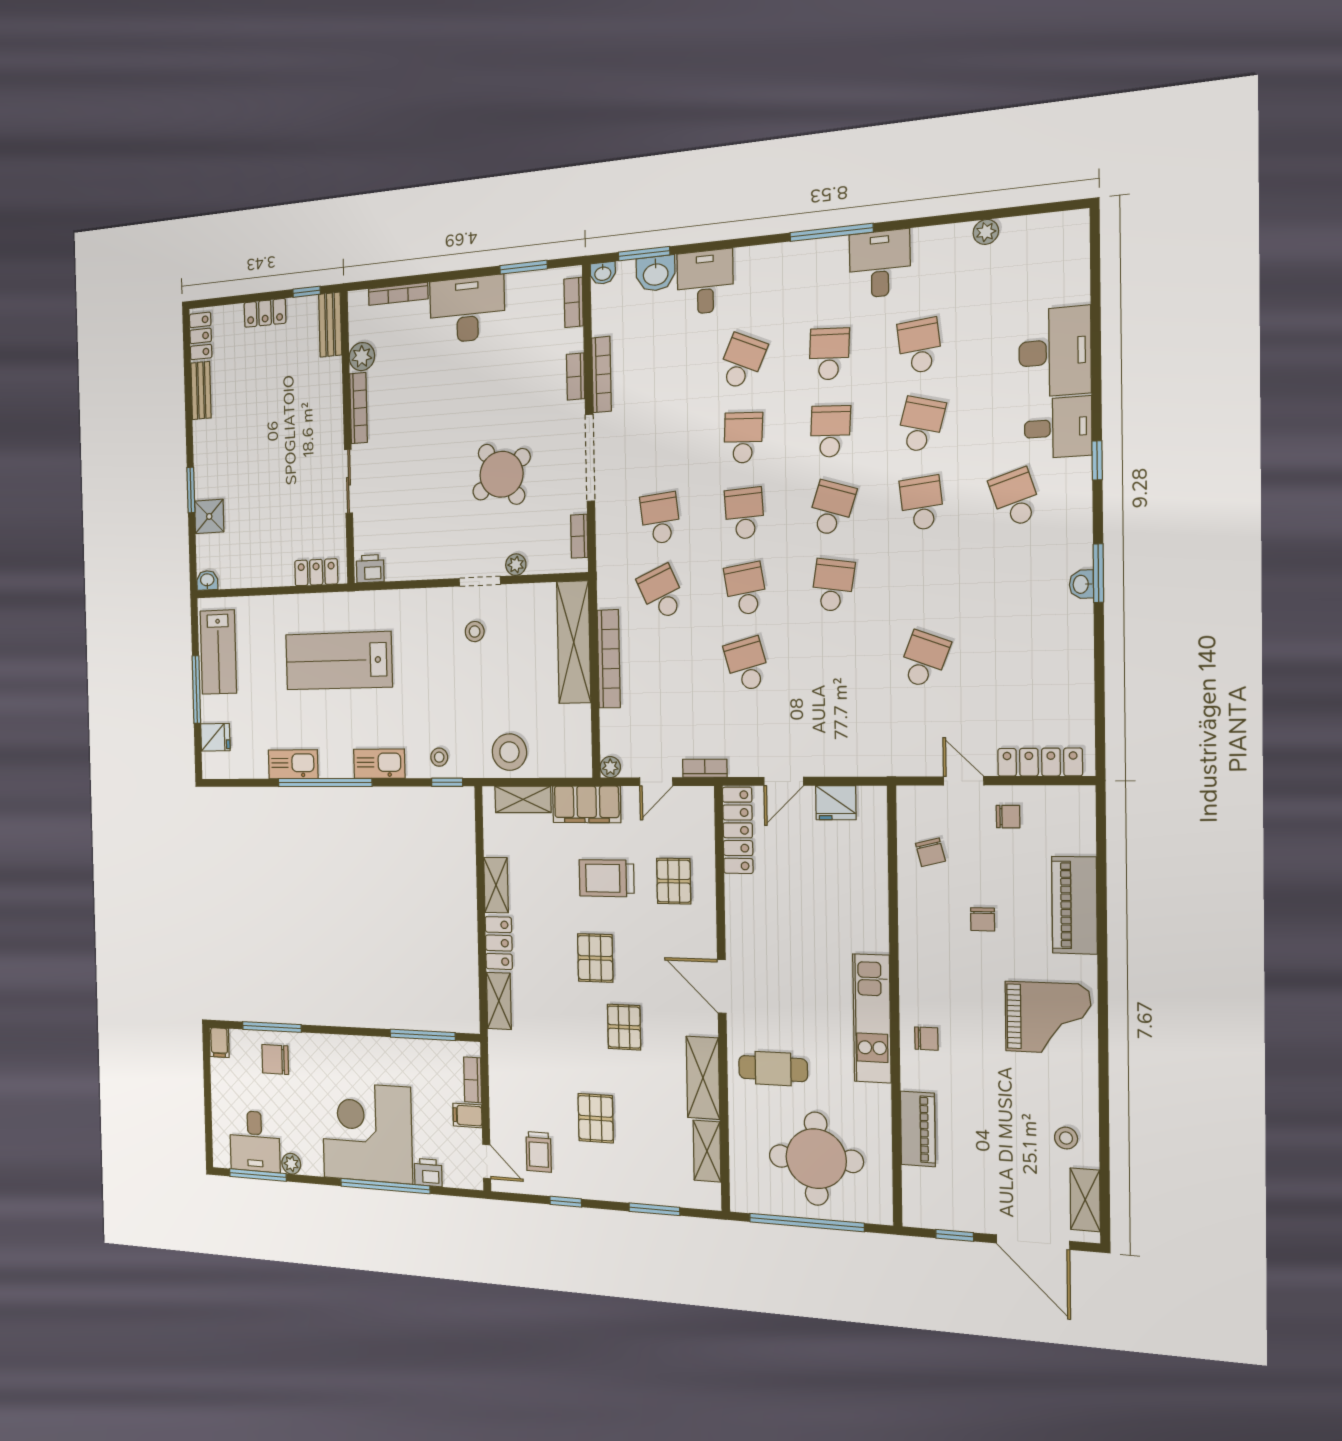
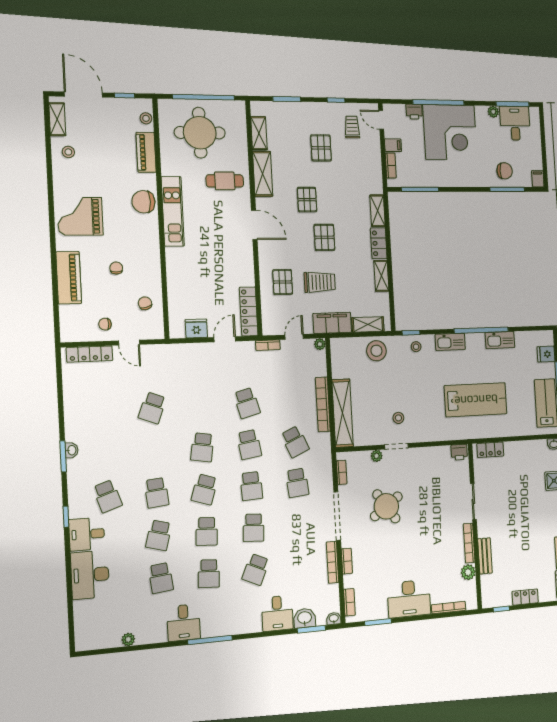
bench: (330, 325) -> (485, 556), moved
chair: (926, 1039) -> (143, 202), width x1.87, depth x1.87
stool: (916, 1191) -> (146, 118), added

